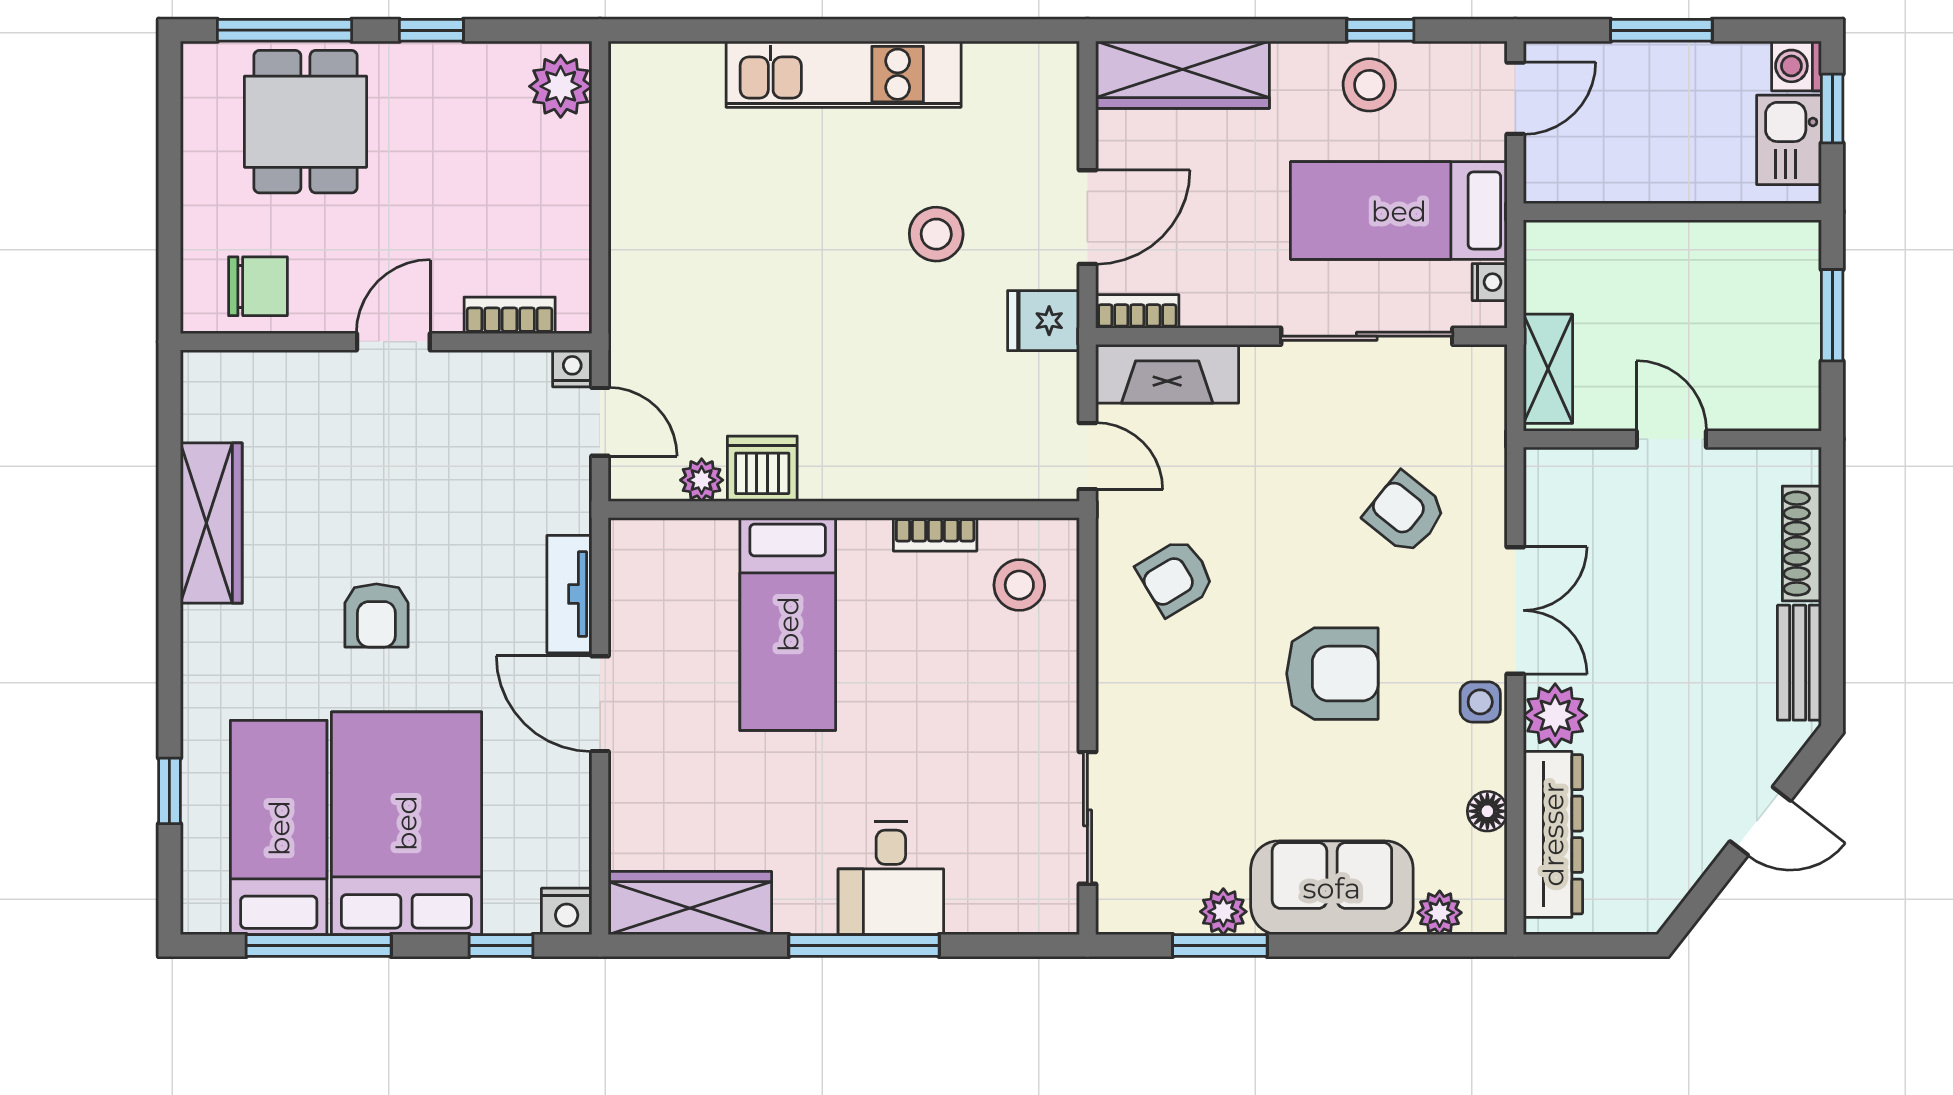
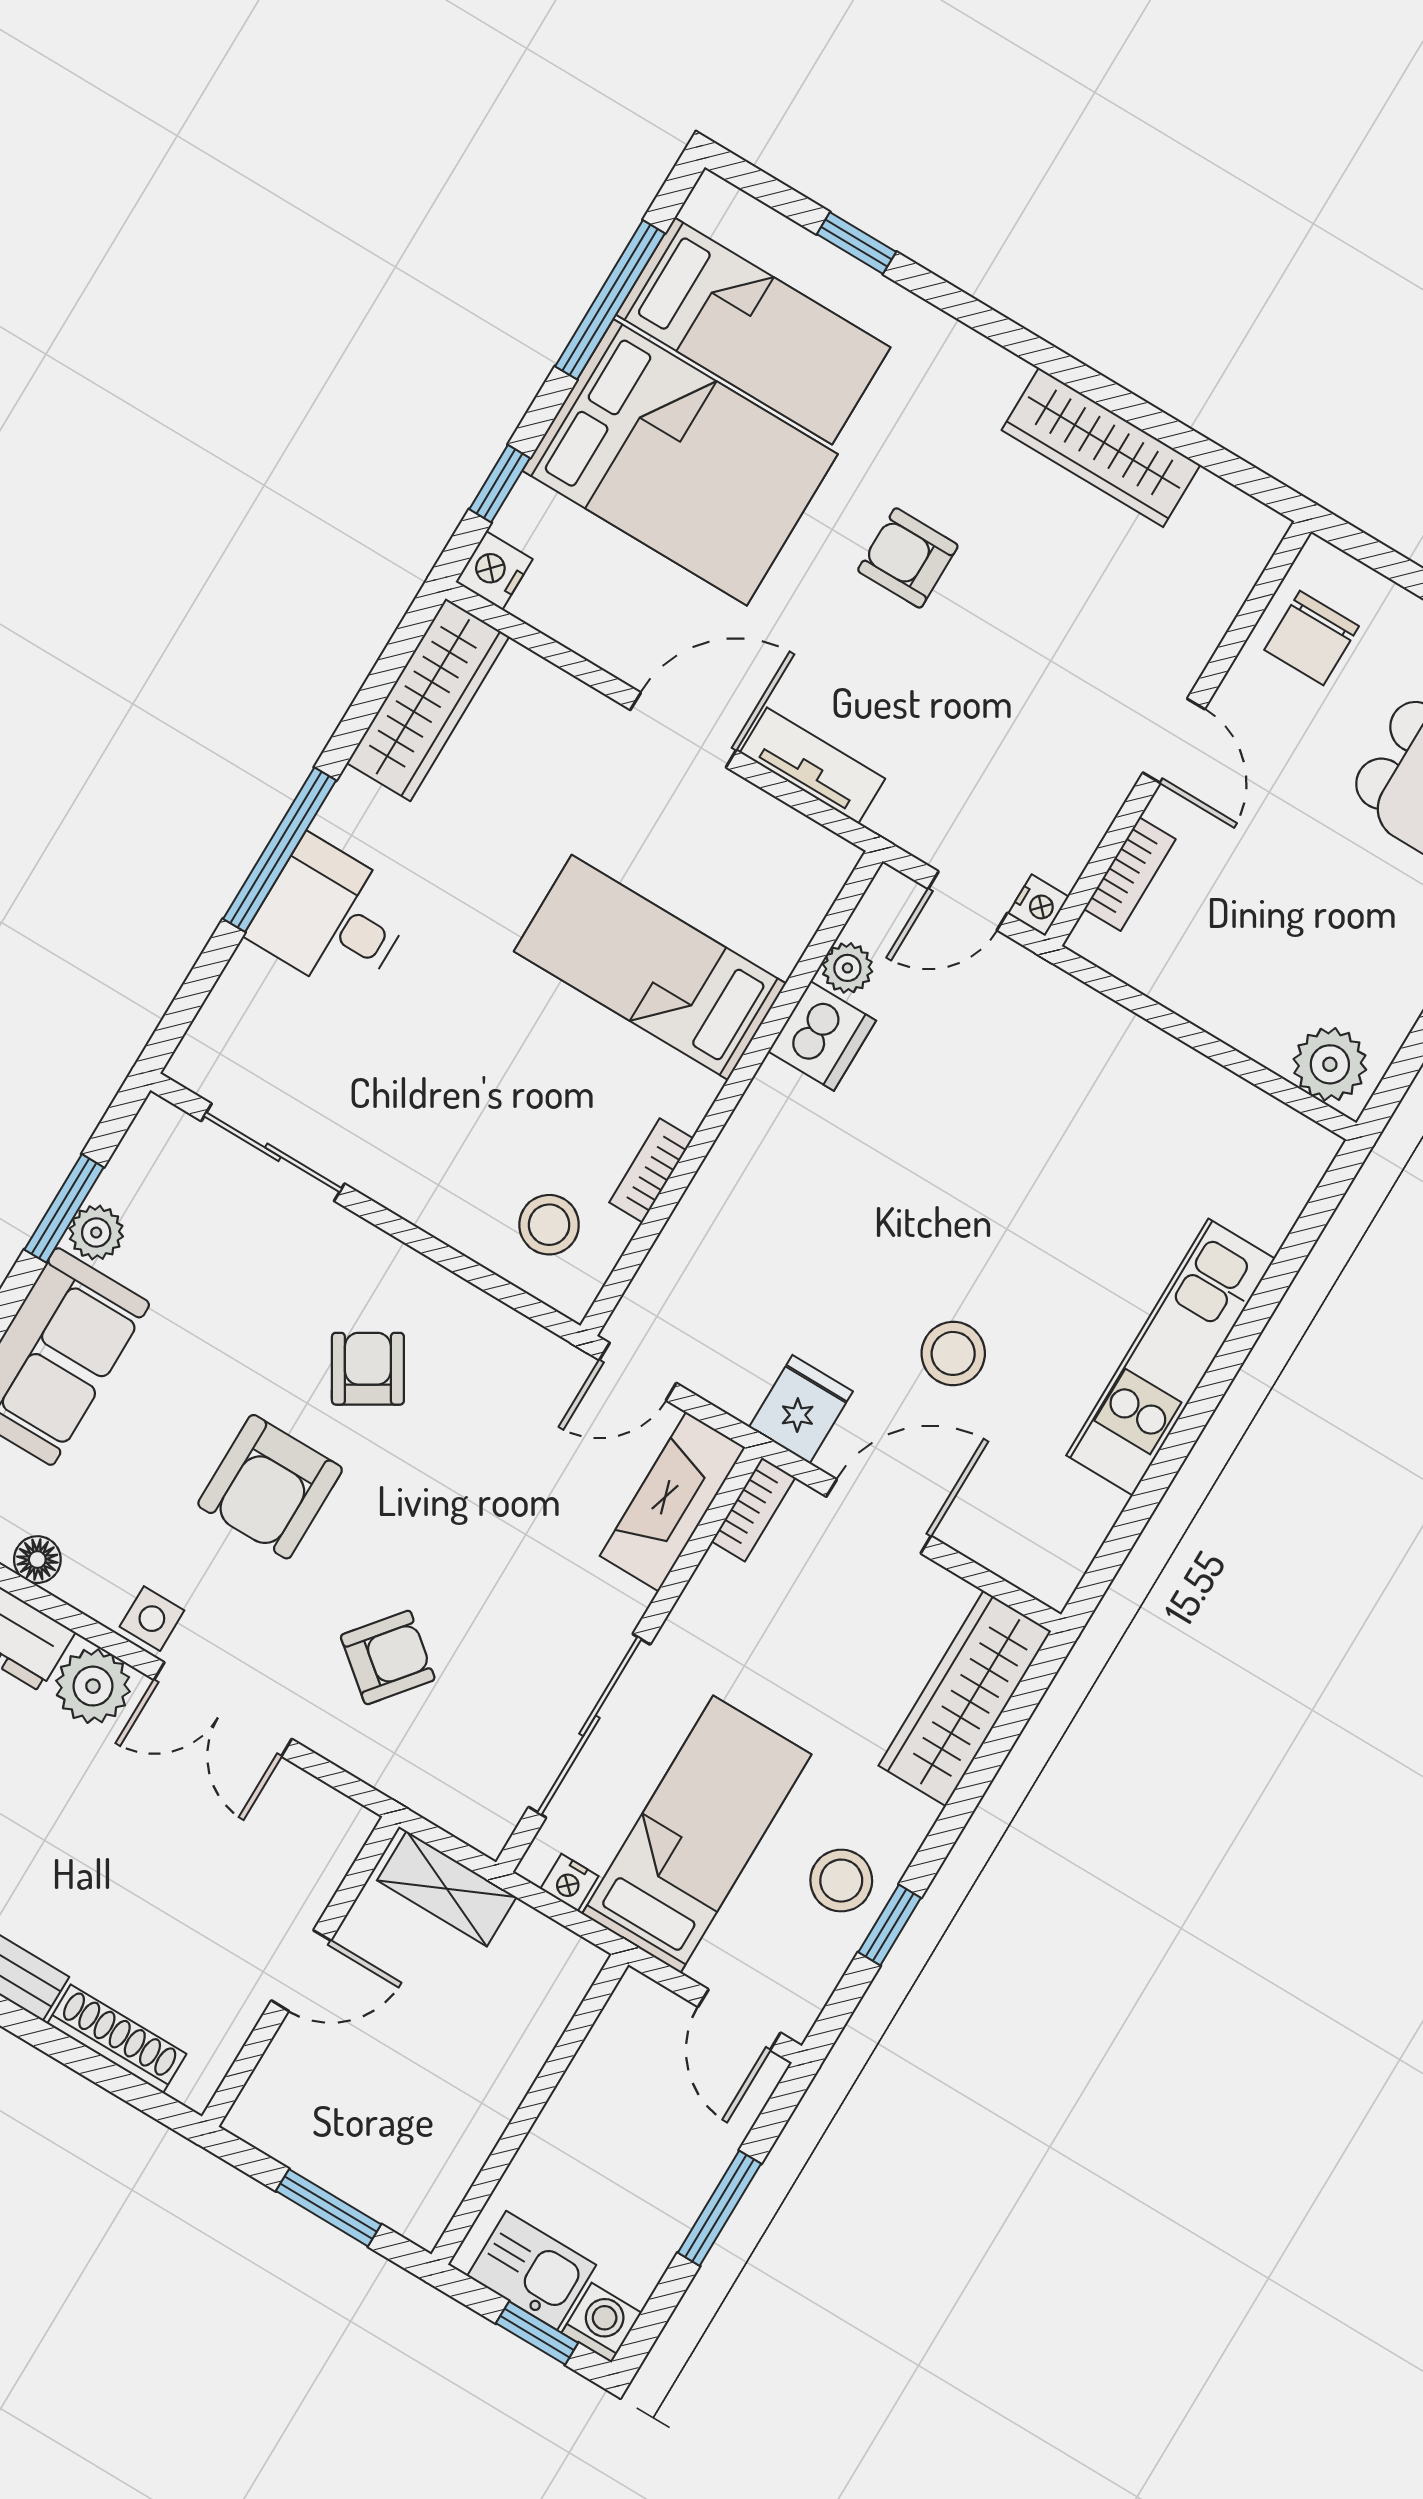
door: (1087, 217) -> (879, 1516), swing flipped
armchair: (1176, 577) -> (368, 1369), moved

